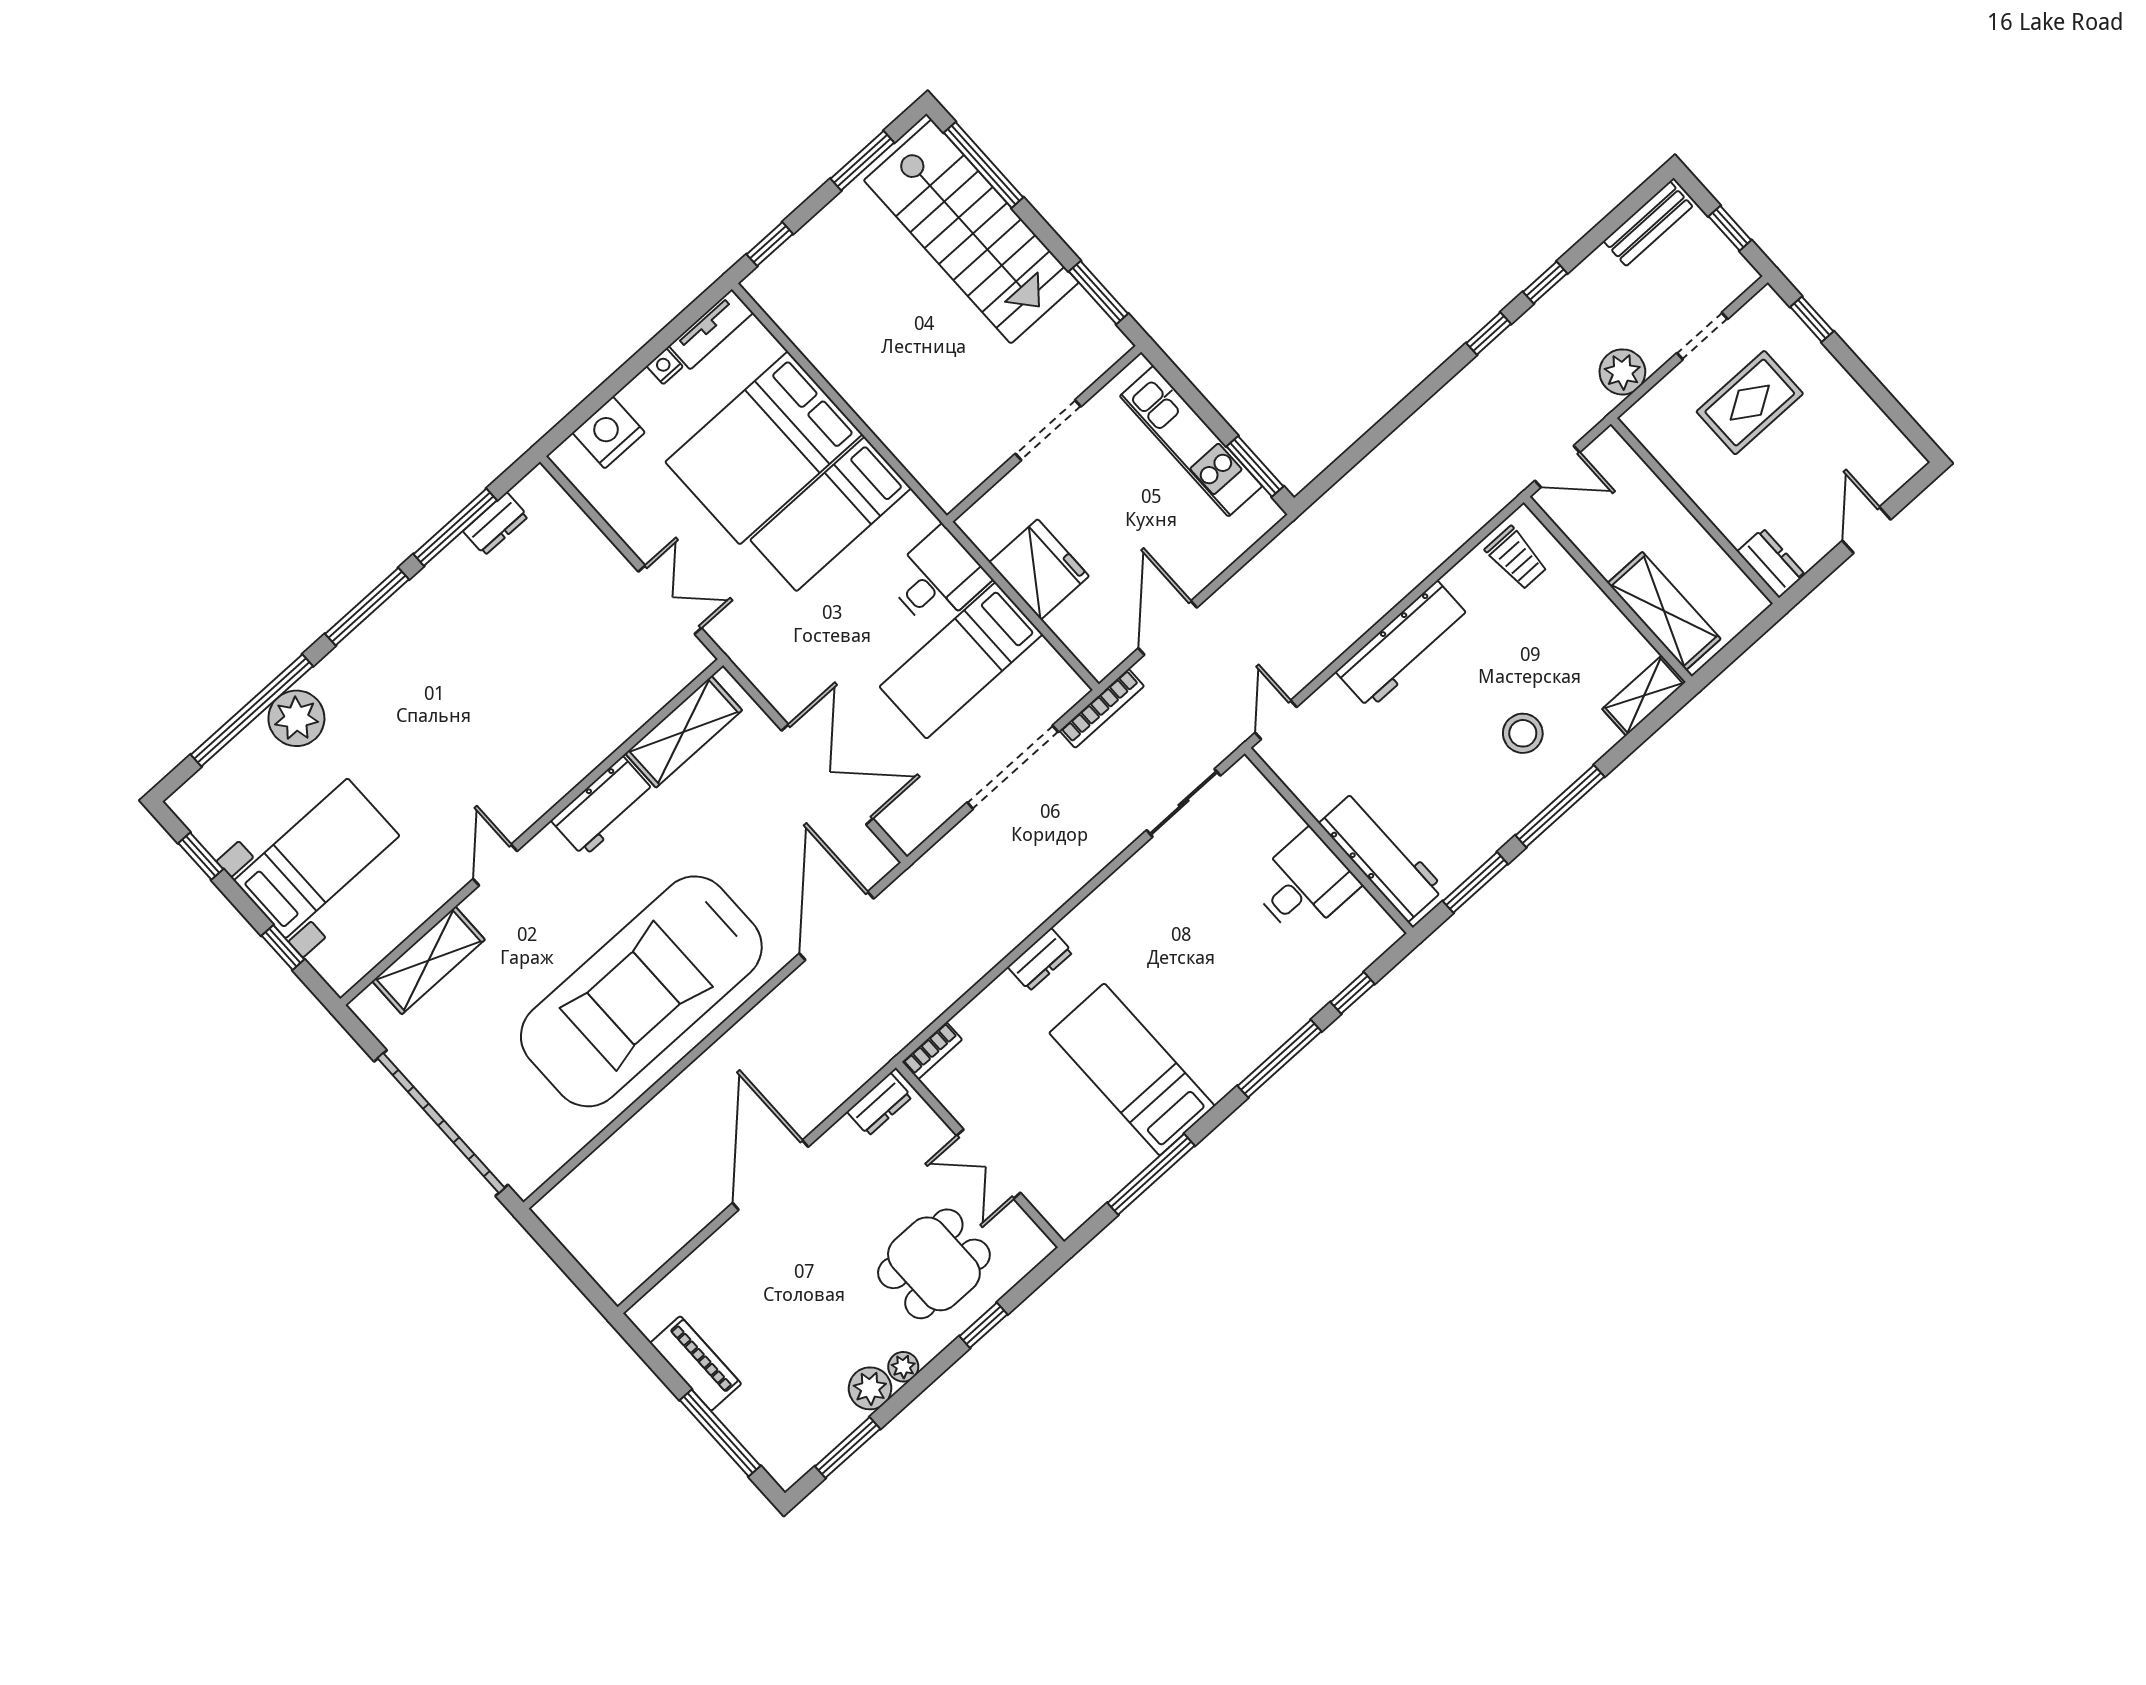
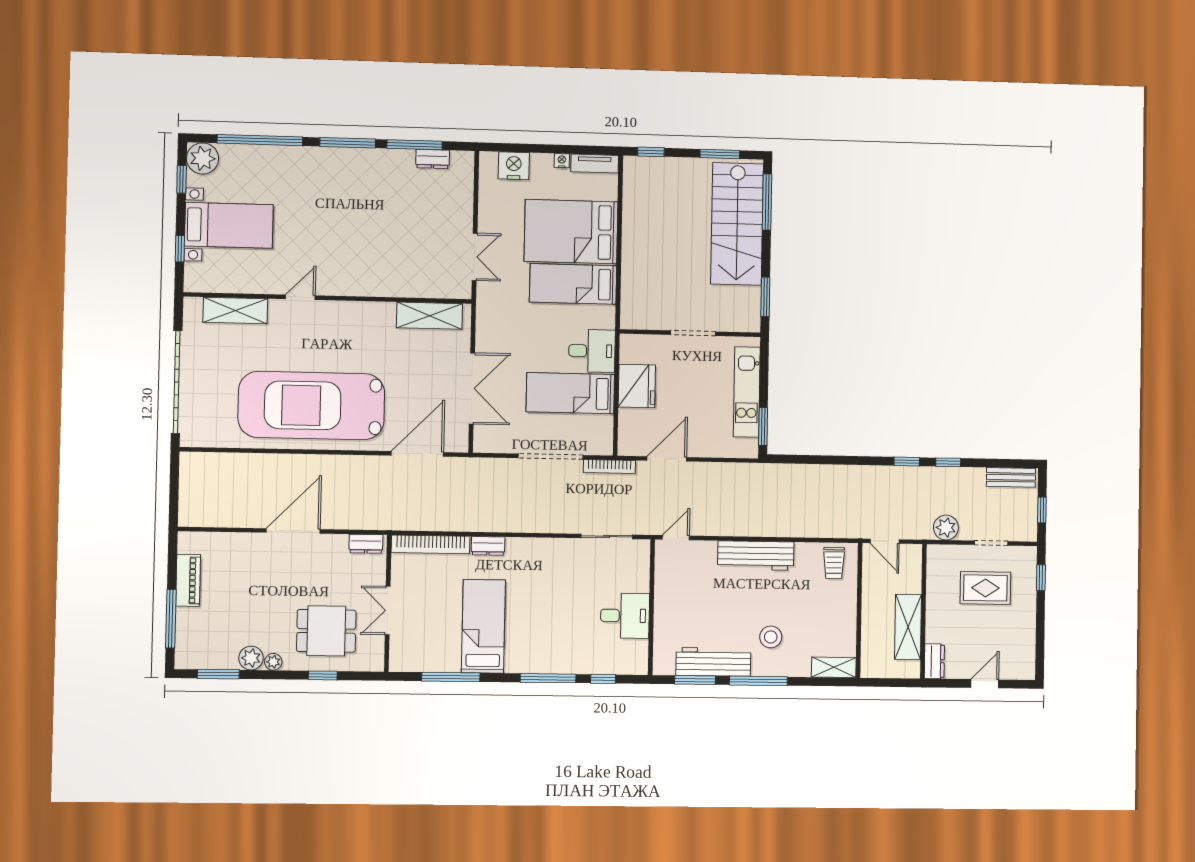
shelving: (1664, 611) -> (908, 627), moved
plant: (296, 718) -> (203, 158), moved
workbench: (603, 807) -> (368, 315), removed
workbench: (1382, 856) -> (713, 662), moved, turned -90
bookcase: (932, 1051) -> (431, 544), width x2.31, depth x1.31

